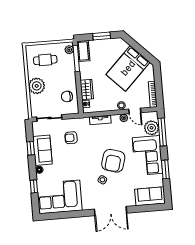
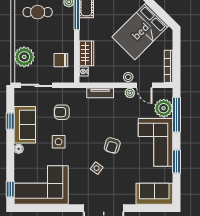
plant: (37, 86) -> (24, 57), moved
side table: (70, 161) -> (59, 142), added
armchair: (113, 161) -> (112, 145), width x0.53, depth x0.53
window: (34, 186) -> (10, 189), moved

